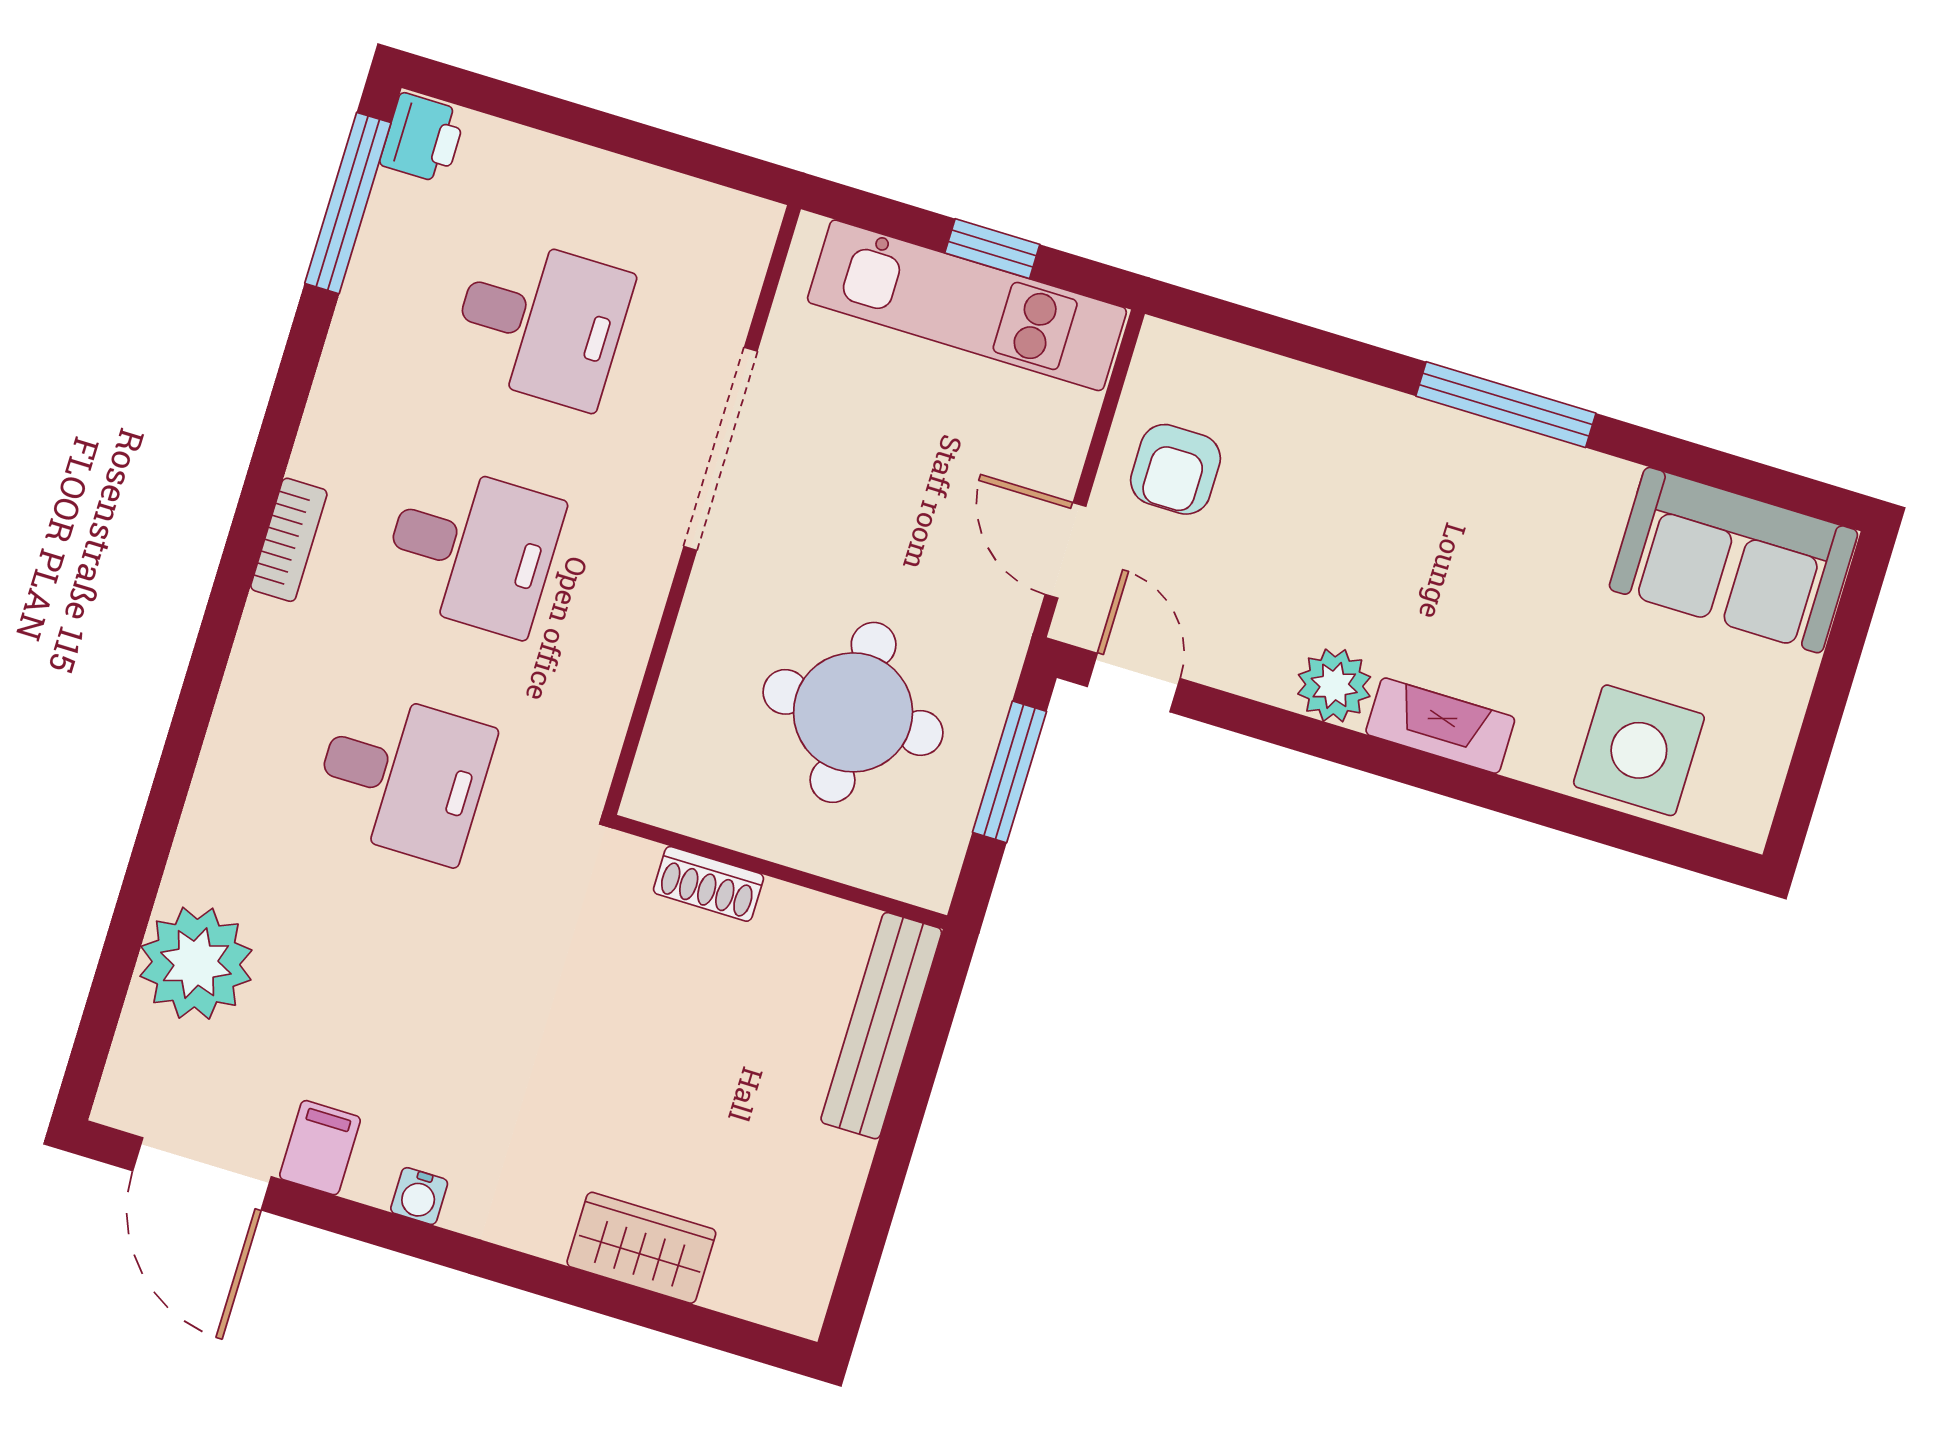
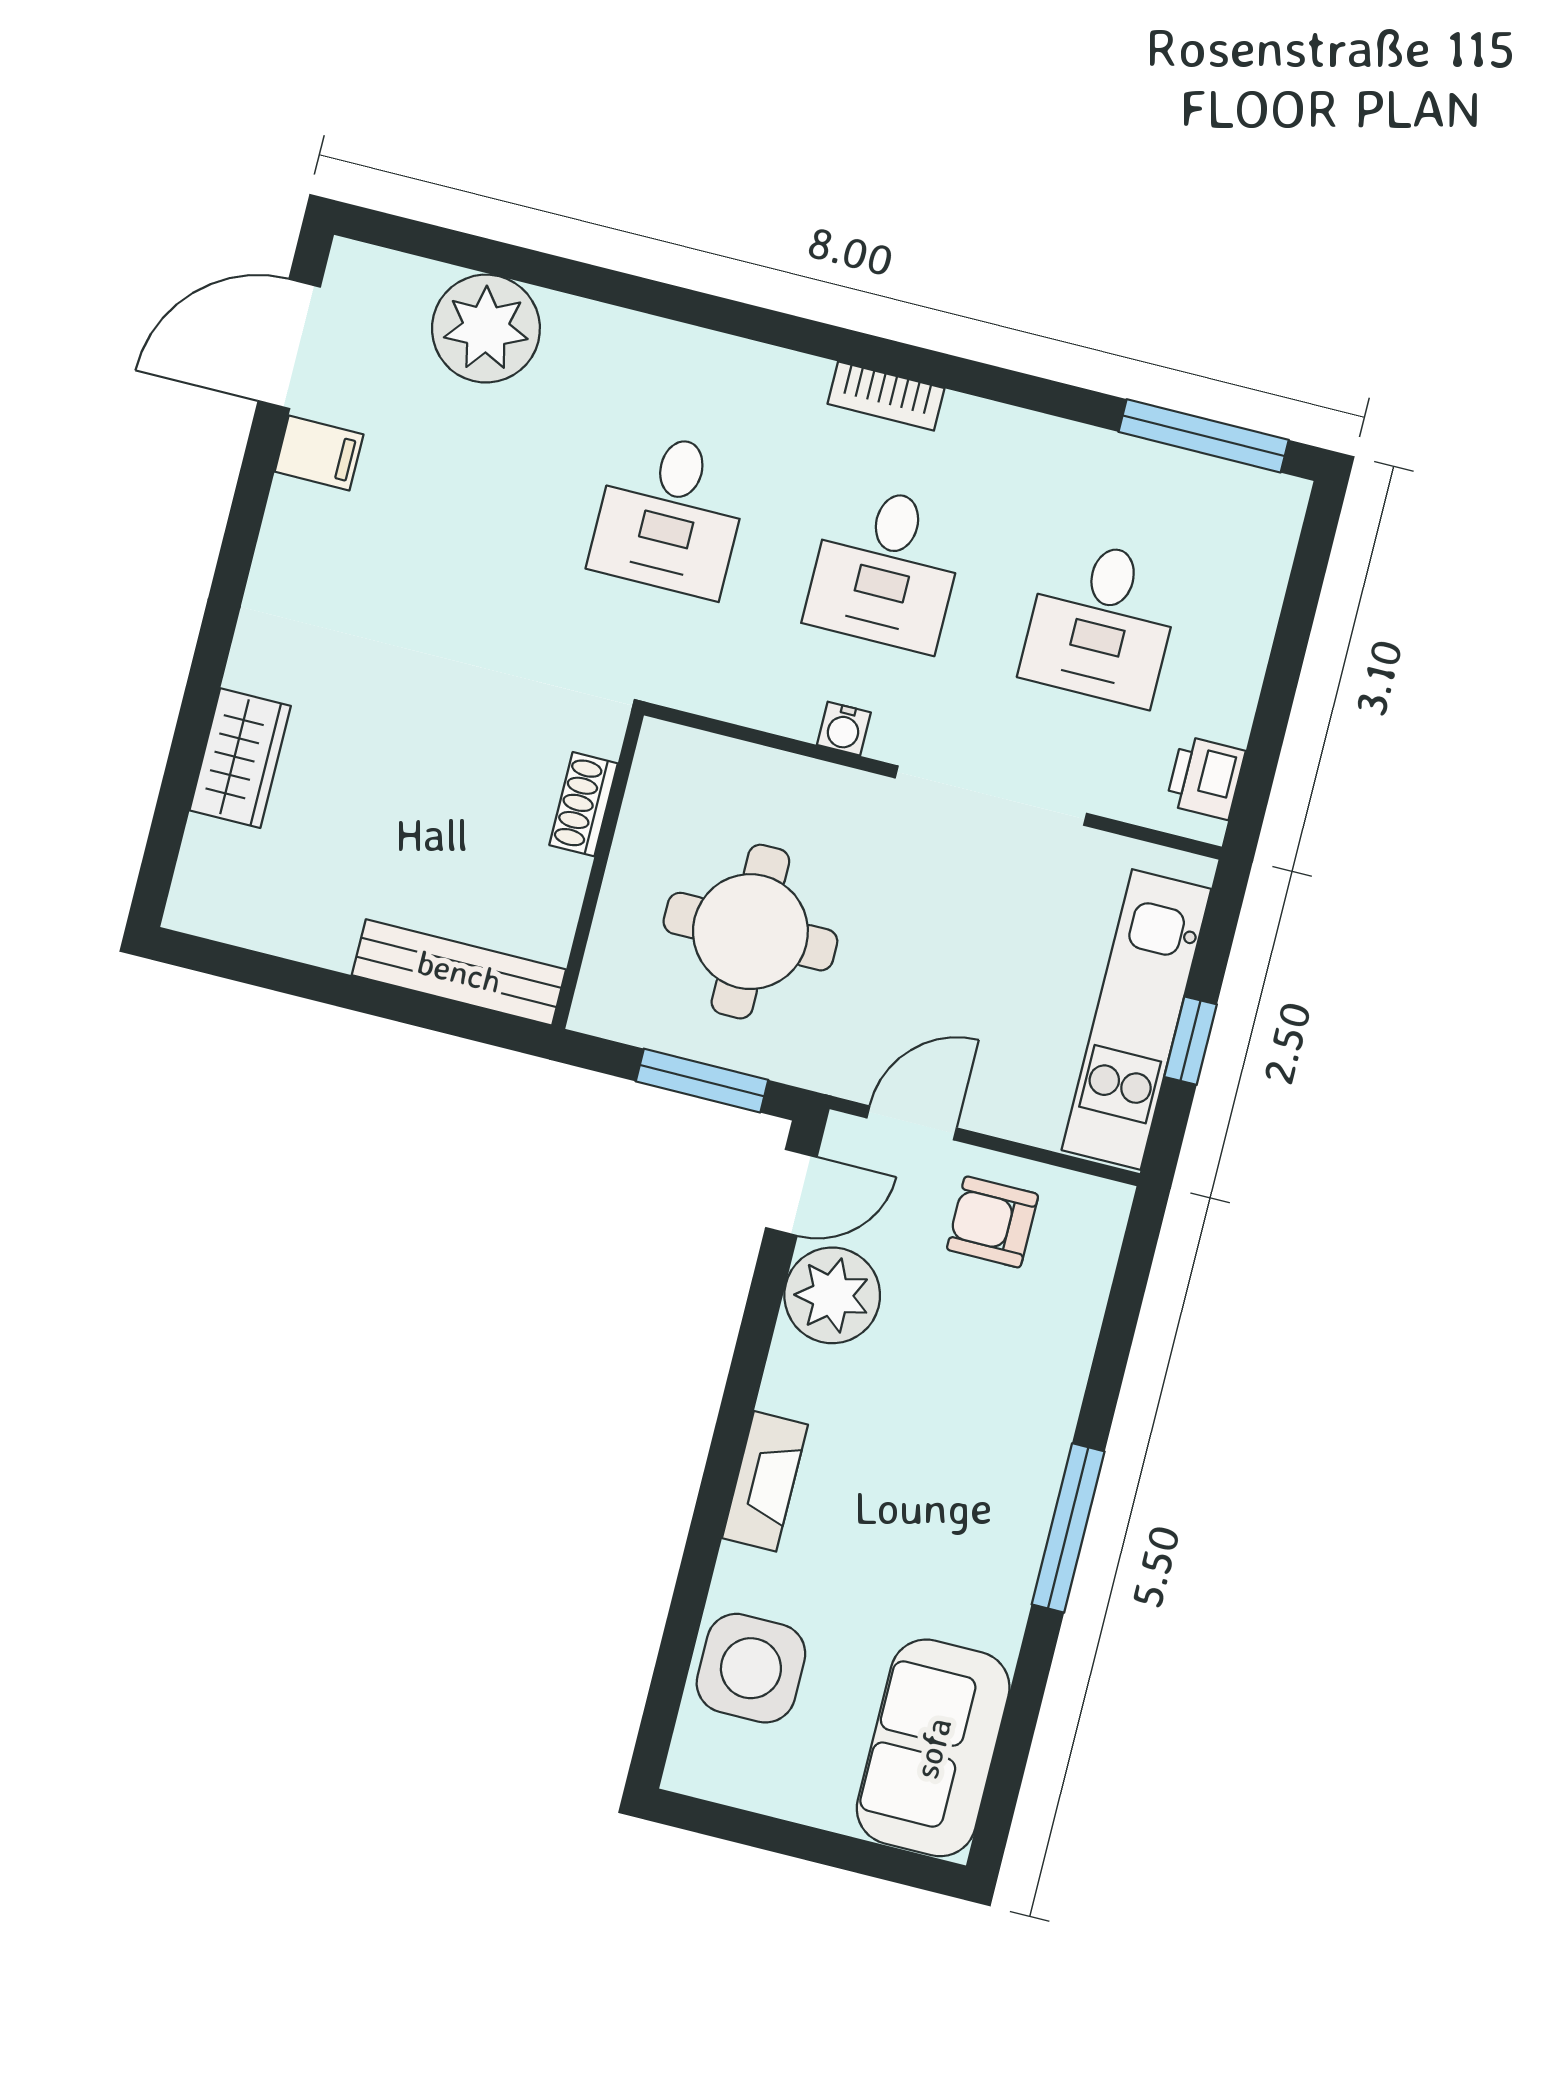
printer: (423, 138) -> (1206, 778), moved, turned 90
plant: (1334, 685) -> (832, 1295), moved, width x1.36, depth x1.36
water cooler: (419, 1196) -> (844, 729), moved, turned -90

